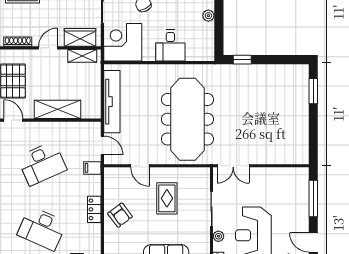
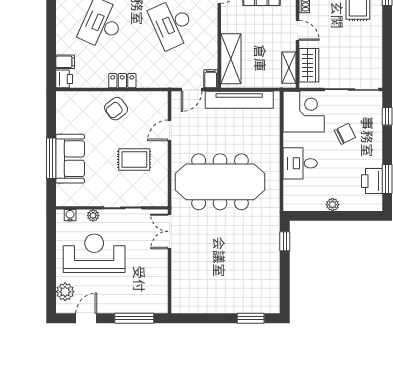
shelving: (58, 109) -> (231, 59), moved
filing cabinet: (92, 168) -> (211, 79), moved

